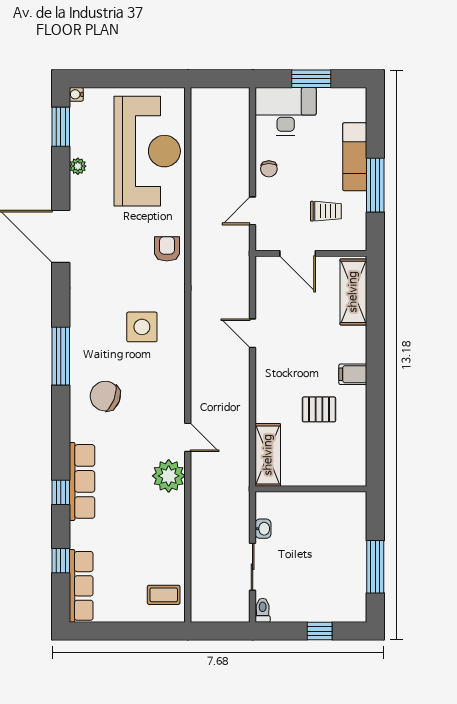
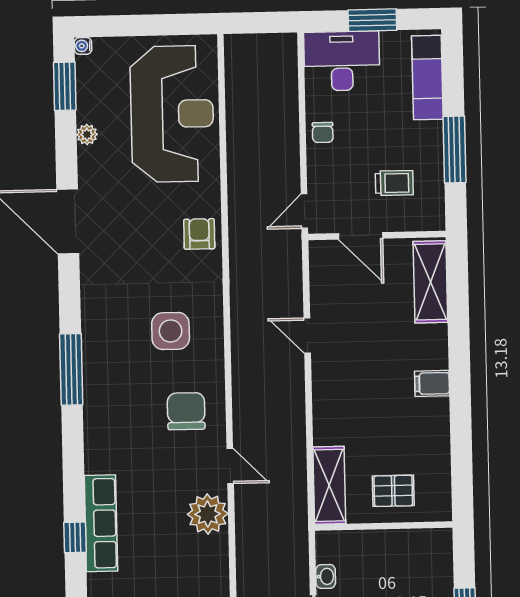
exam couch: (355, 157) -> (427, 78), moved
door: (253, 211) -> (304, 211), moved
chair: (105, 396) -> (186, 411), moved, turned 69
pallet: (319, 409) -> (393, 491), moved

